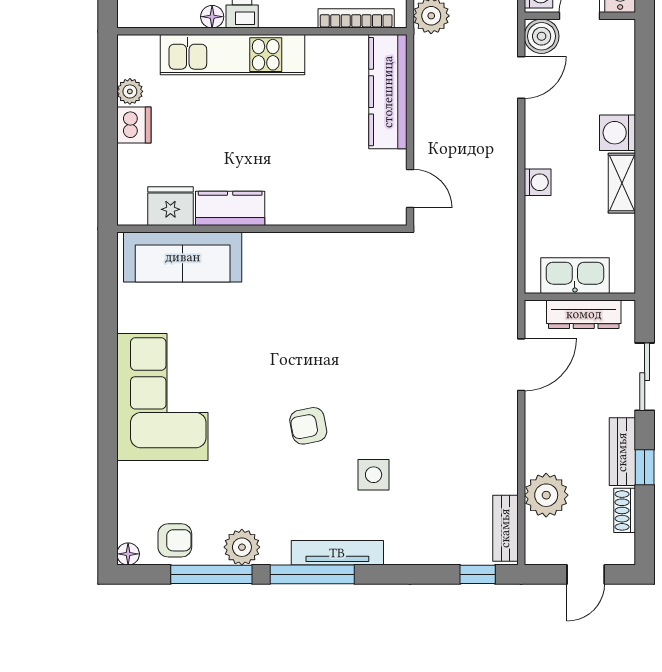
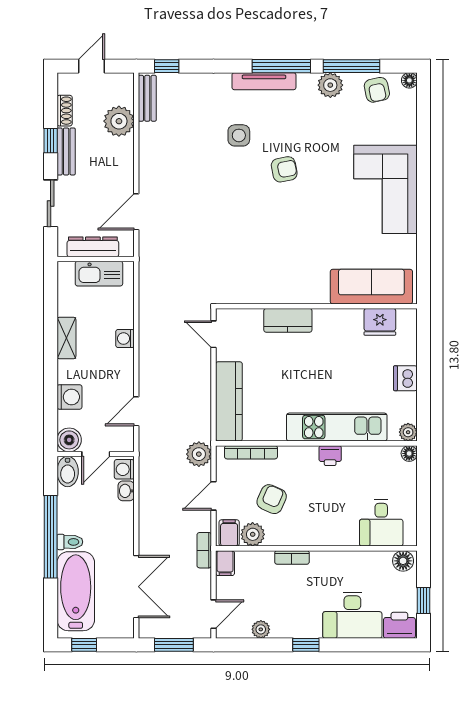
floor lamp: (212, 17) -> (409, 453), moved
boiler: (542, 36) -> (69, 440), moved
plant: (130, 91) -> (408, 432), moved
washing machine: (618, 133) -> (69, 397), moved
kitchen counter: (230, 208) -> (288, 320), moved
armchair: (175, 540) -> (377, 90), turned -102

